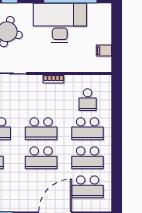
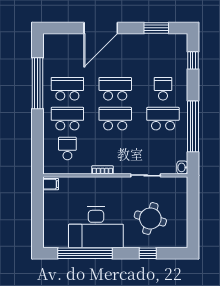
filing cabinet: (104, 51) -> (51, 184), moved
window: (117, 163) -> (37, 83), added
school desk: (88, 187) -> (67, 59), removed

